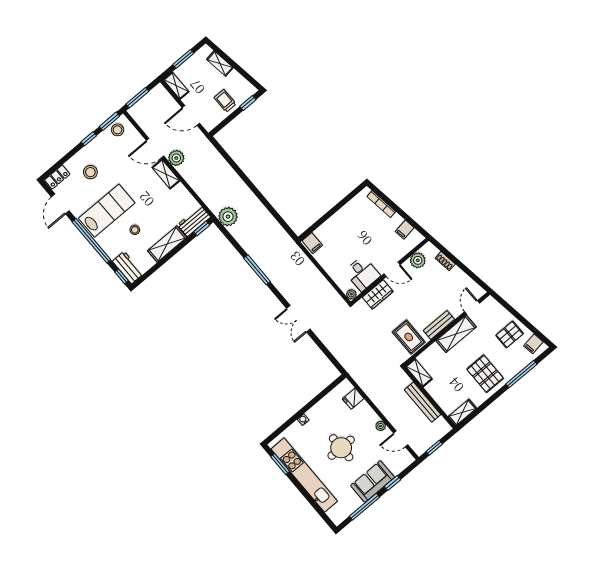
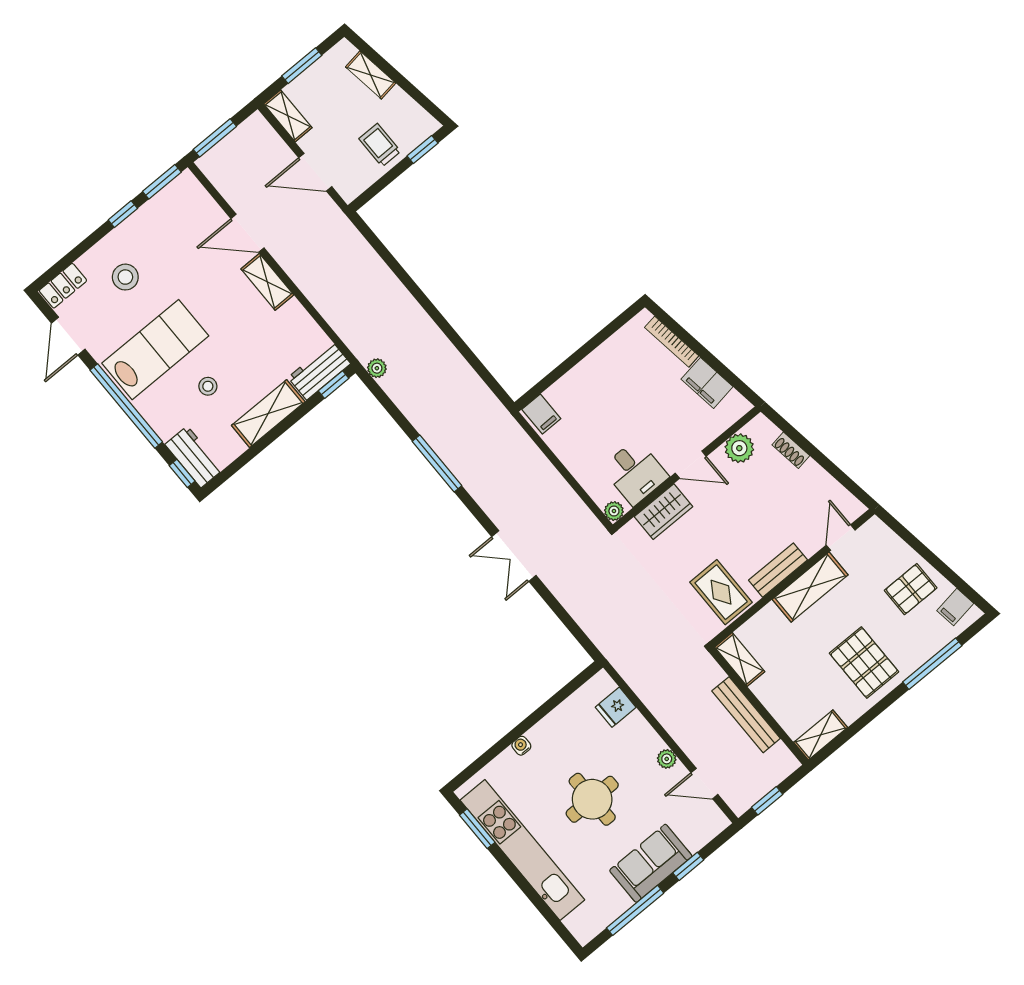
stool: (118, 130) -> (177, 198), removed
plant: (176, 158) -> (287, 252), removed
plant: (228, 217) -> (377, 368), width x0.53, depth x0.53
filing cabinet: (405, 230) -> (707, 383), width x2.00

